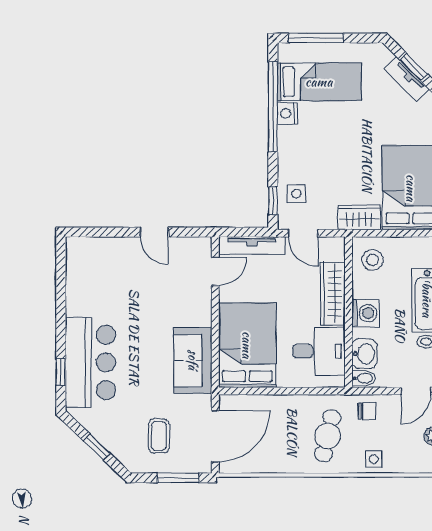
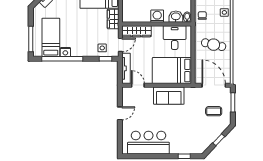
stool: (373, 260) -> (133, 13), removed
wardrobe: (333, 293) -> (136, 31), moved
sofa: (193, 360) -> (169, 96), moved
bar counter: (90, 362) -> (148, 143), moved
cafe table: (328, 436) -> (214, 45), moved

